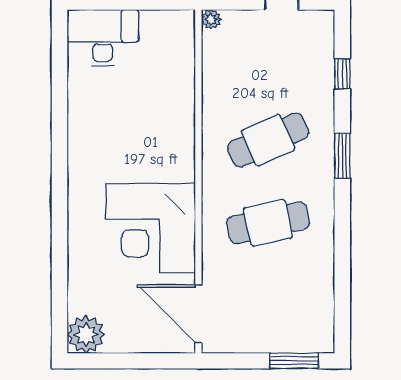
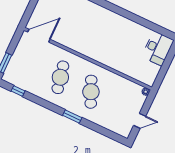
window: (342, 74) -> (18, 91), moved
corner desk: (150, 228) -> (79, 33), removed

